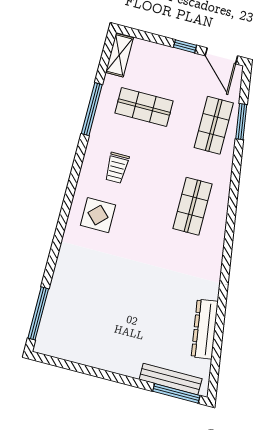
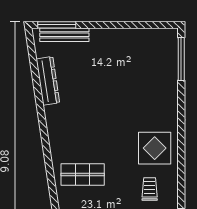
shop shelf: (193, 206) -> (83, 175), turned 90
display table: (98, 215) -> (155, 148), width x1.36, depth x1.36

